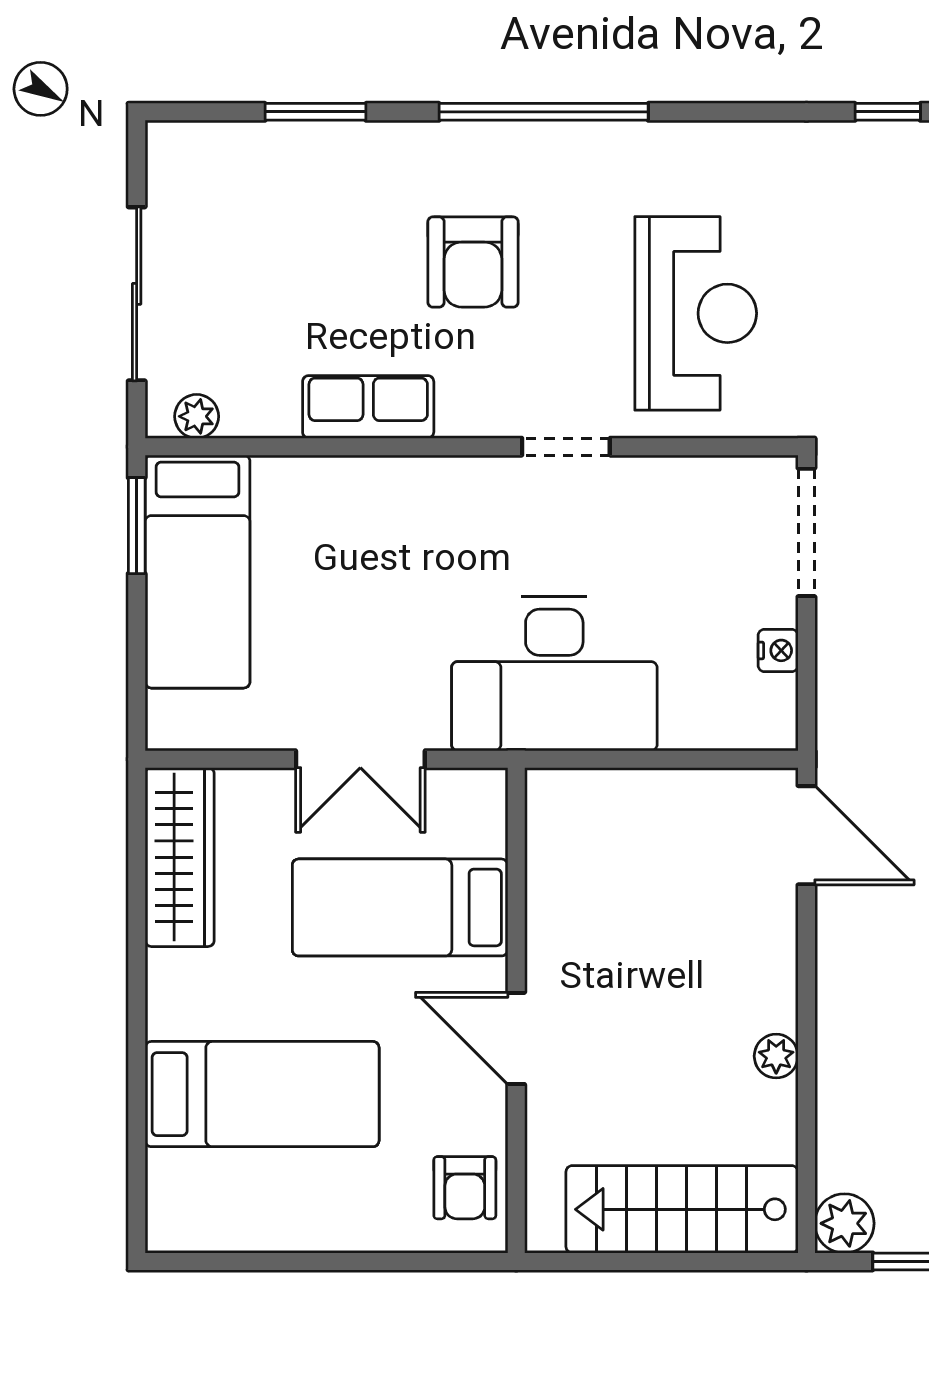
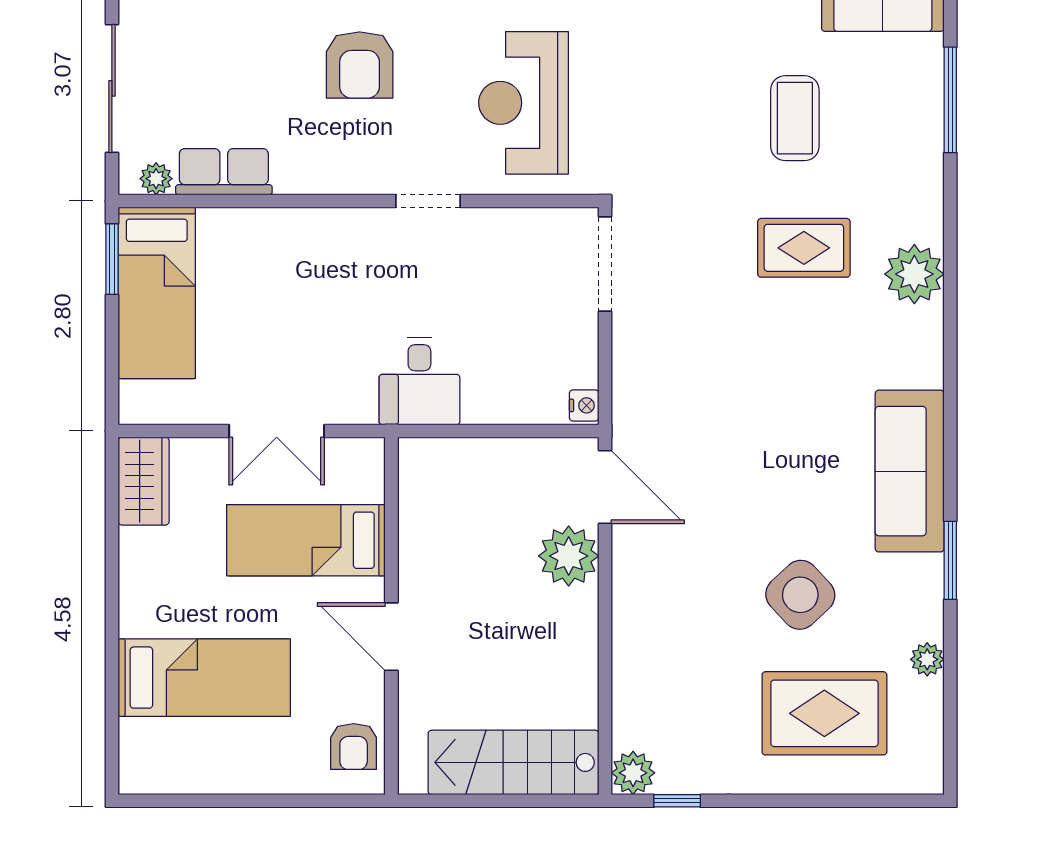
reception desk: (696, 313) -> (524, 103), turned 180
row of seats: (368, 407) -> (224, 172), moved
nightstand: (778, 650) -> (584, 405), moved
desk: (554, 674) -> (419, 381), width x0.53, depth x0.77
wardrobe: (180, 857) -> (144, 481), width x0.67
plant: (776, 1056) -> (569, 556), moved, width x1.88, depth x1.88

